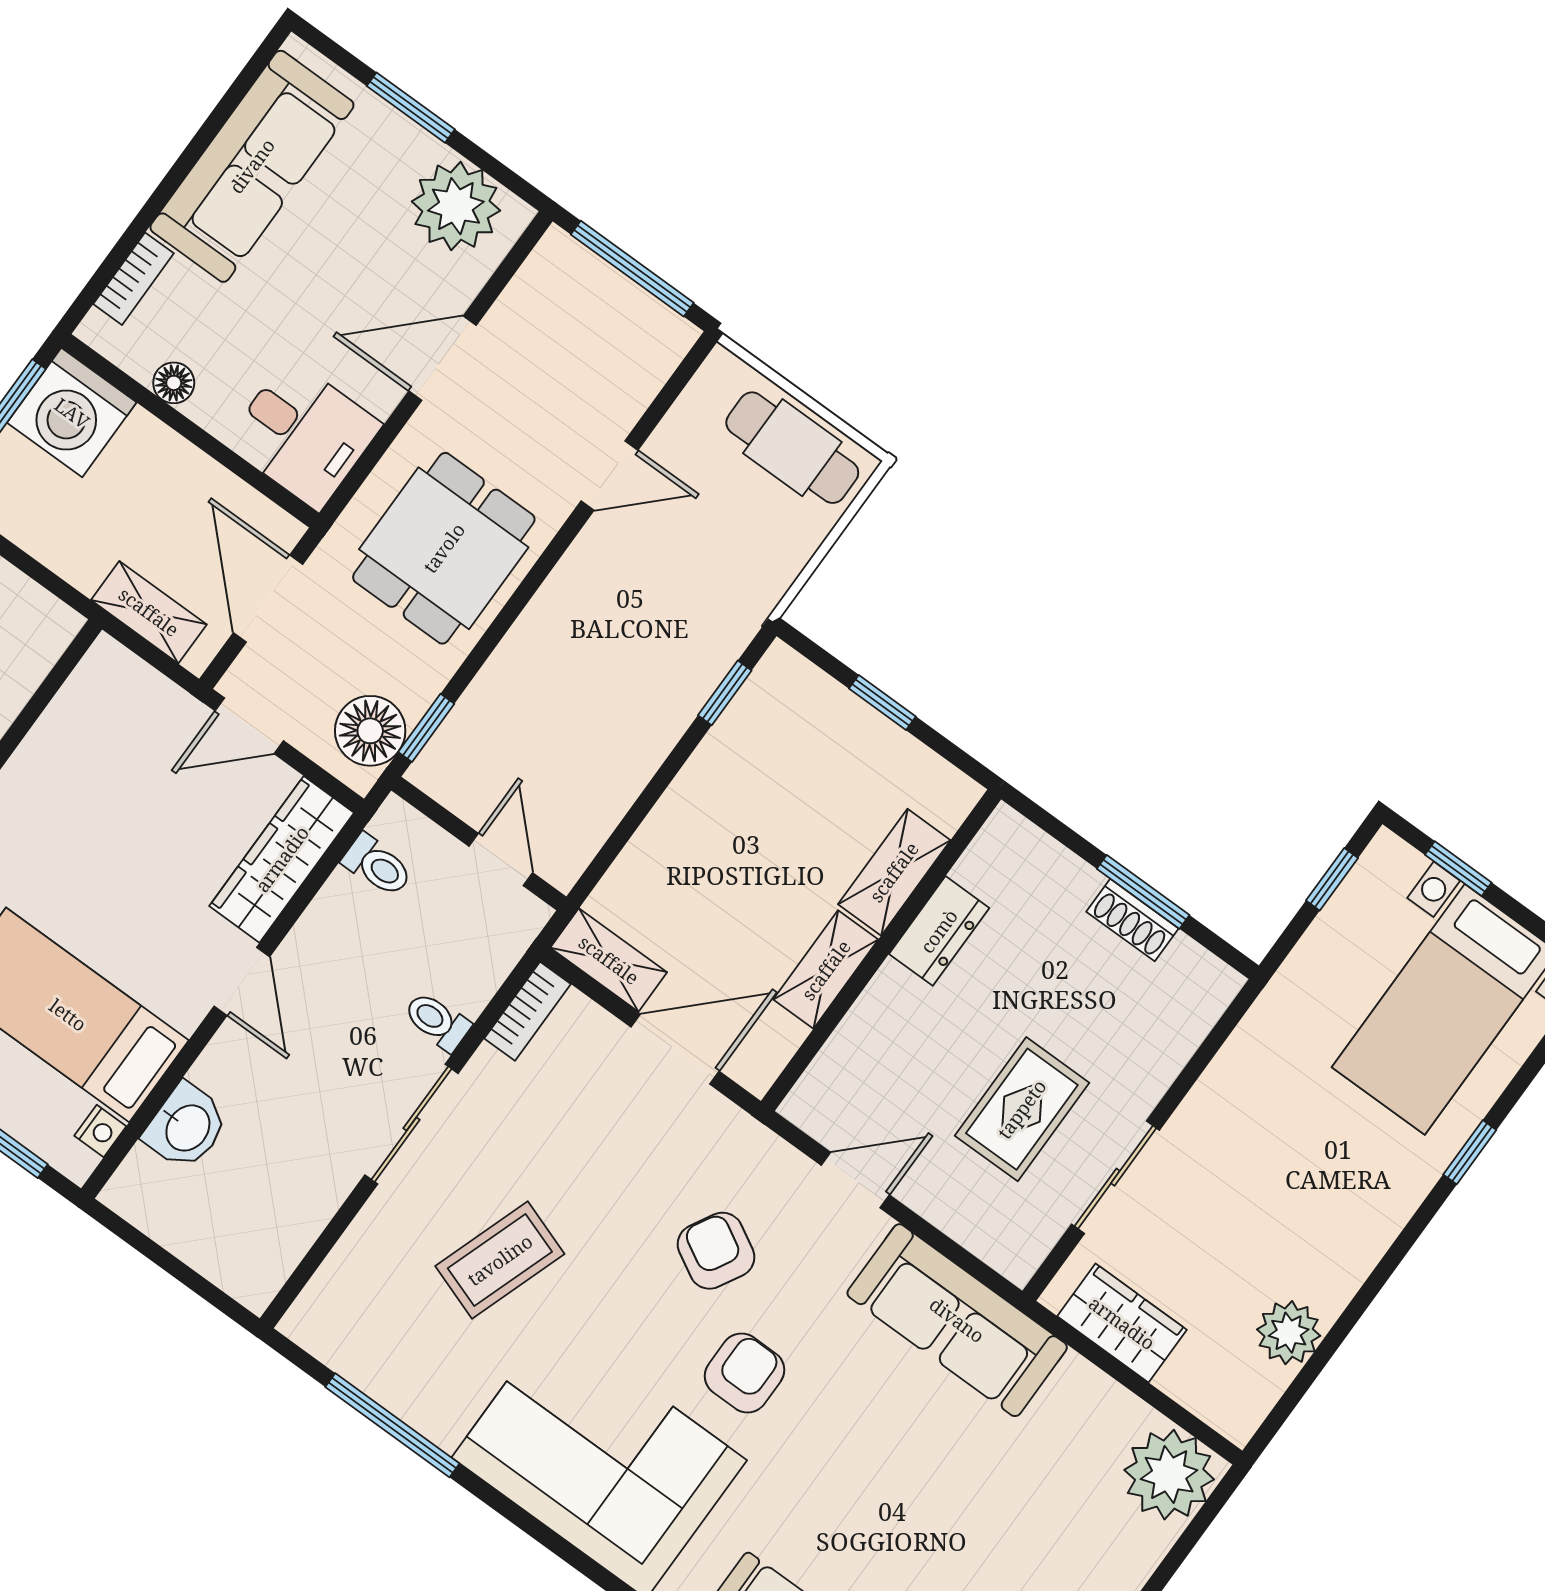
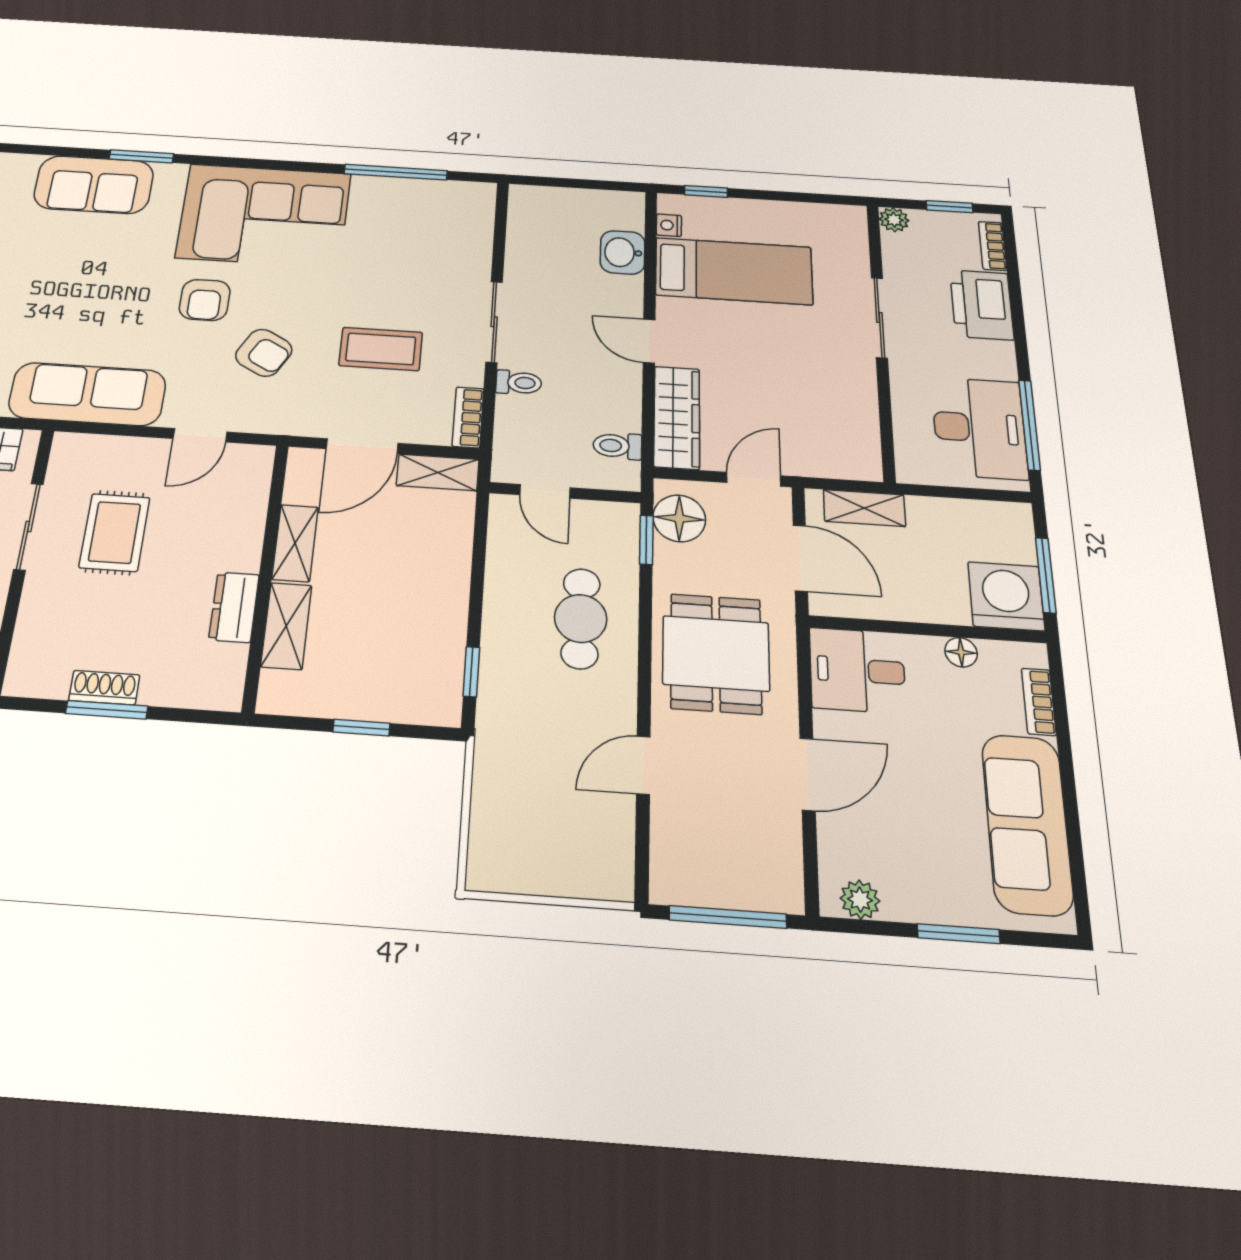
plant: (456, 206) -> (860, 900), width x0.53, depth x0.53
cafe table: (792, 448) -> (581, 618), moved, turned 90
coffee table: (500, 1260) -> (381, 349), moved, turned 71

